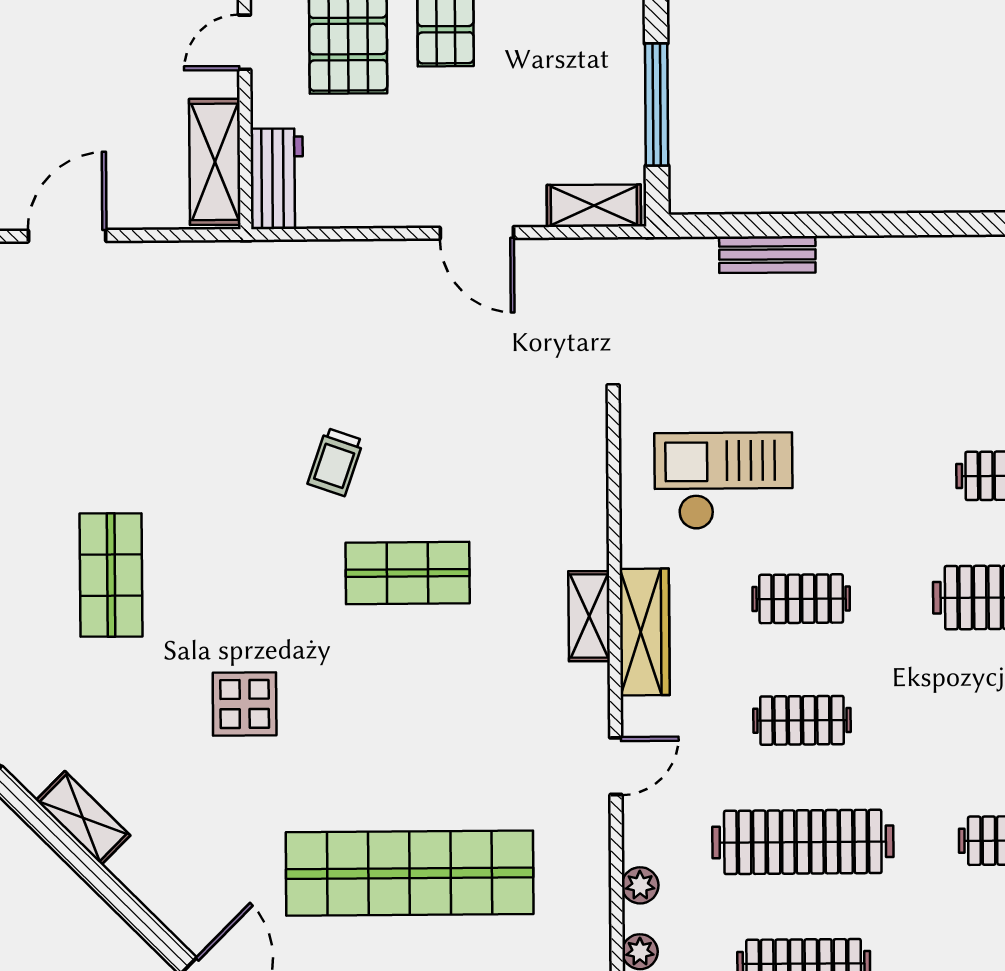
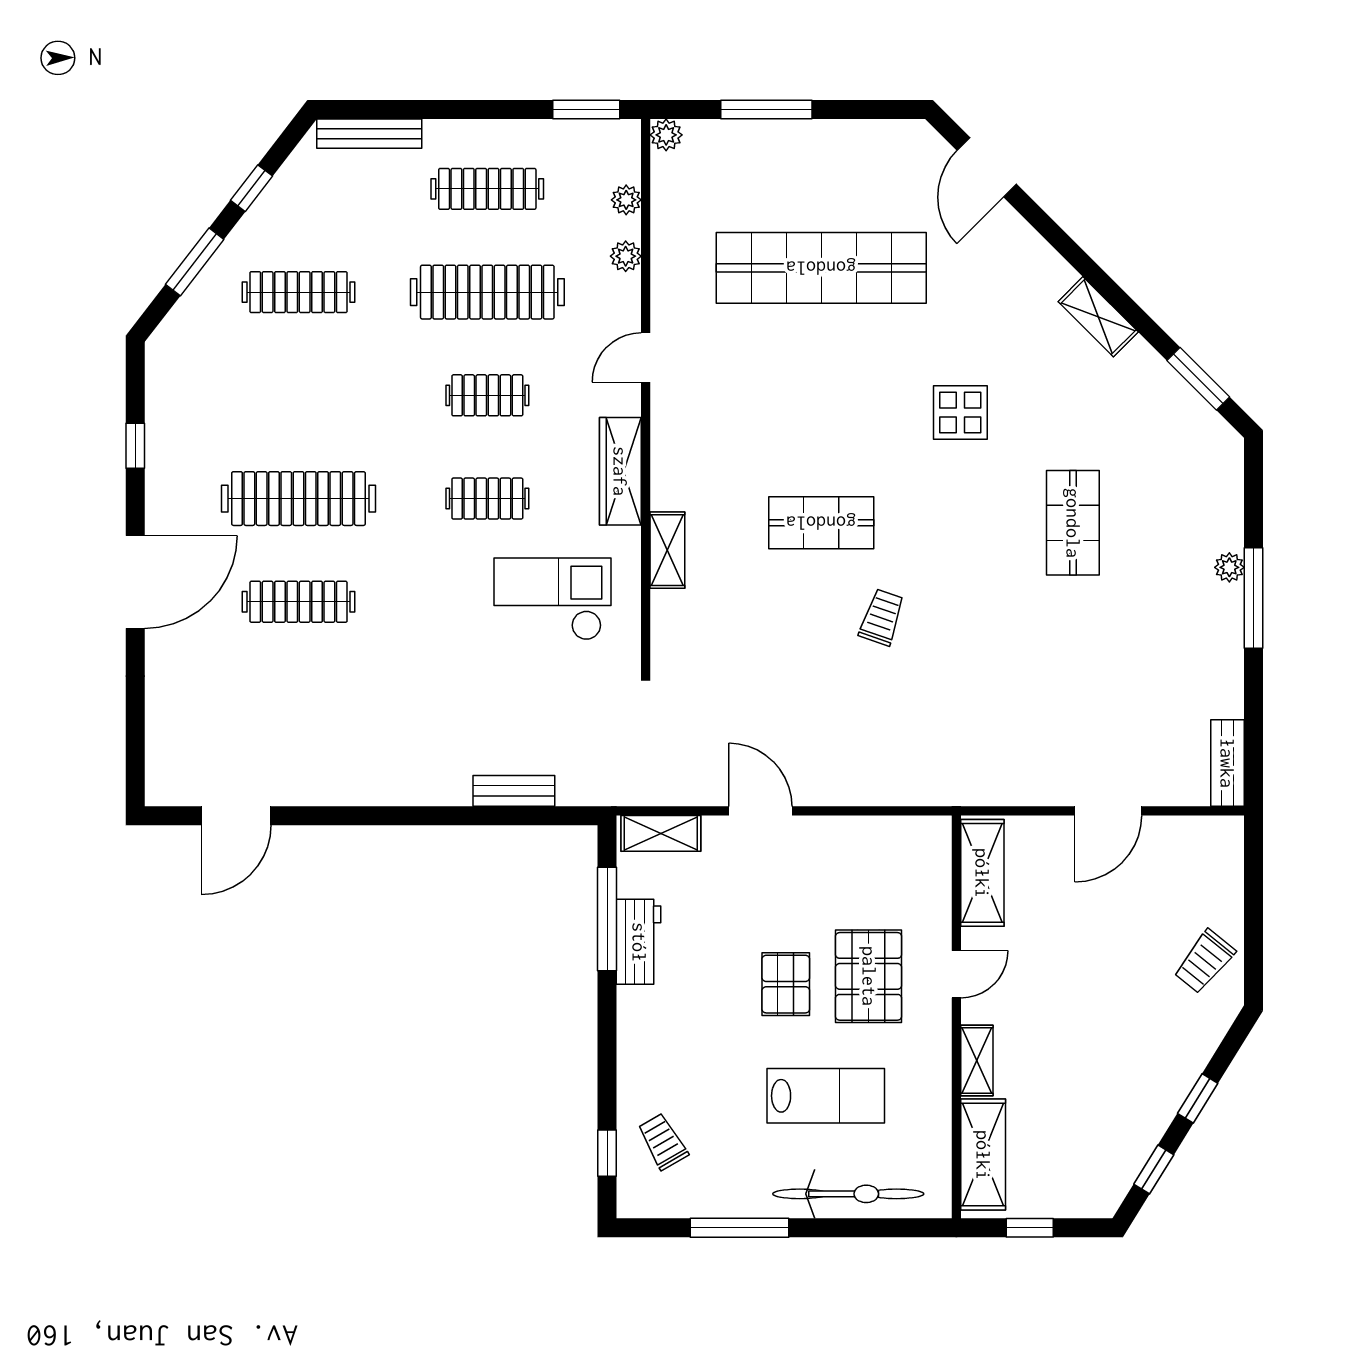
workbench: (277, 179) -> (639, 942), moved, turned 180
checkout: (724, 481) -> (552, 599), turned 180
shelving: (589, 616) -> (667, 550), moved

